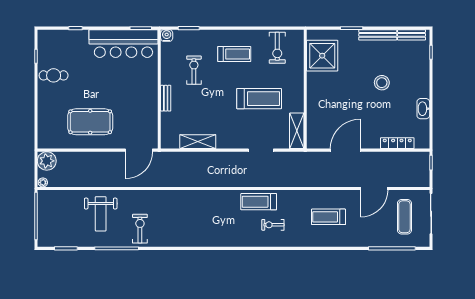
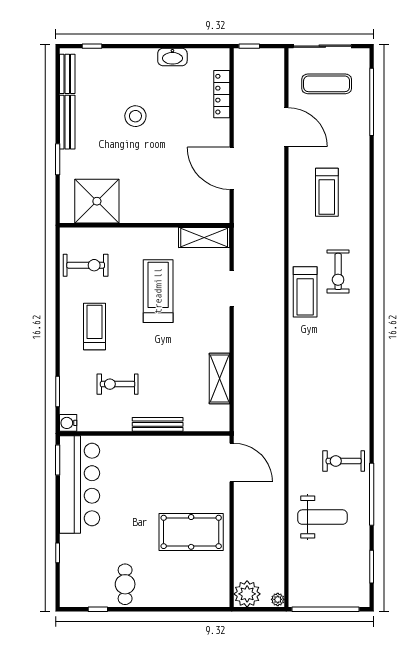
bench: (166, 98) -> (158, 424), width x1.36
pool table: (90, 122) -> (191, 532), turned 90
exercise bike: (273, 225) -> (338, 271), width x1.38, depth x1.39

